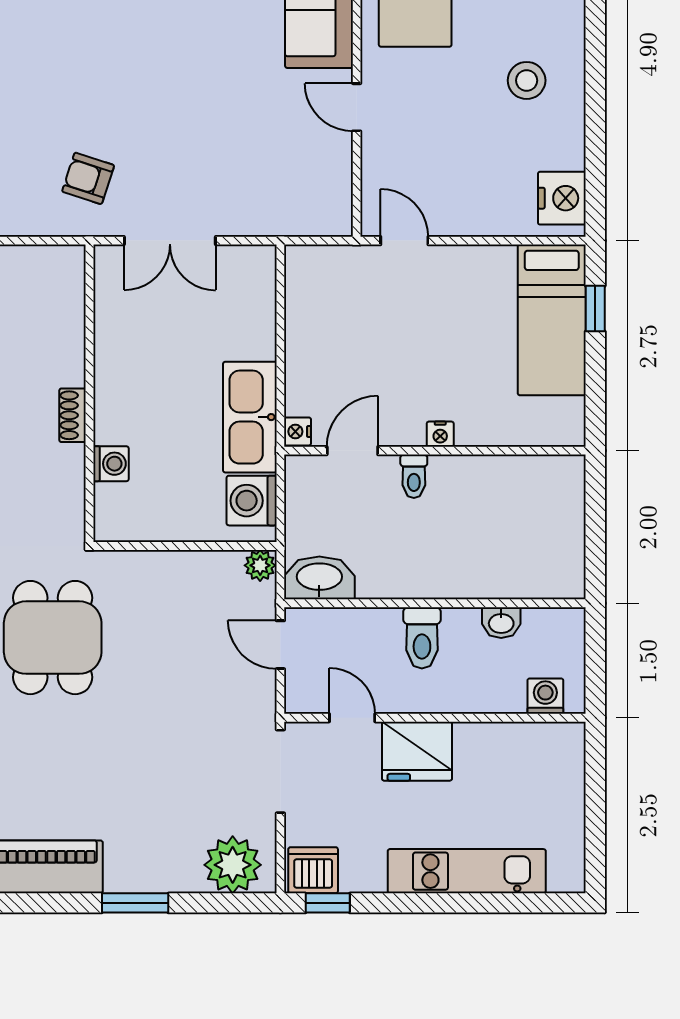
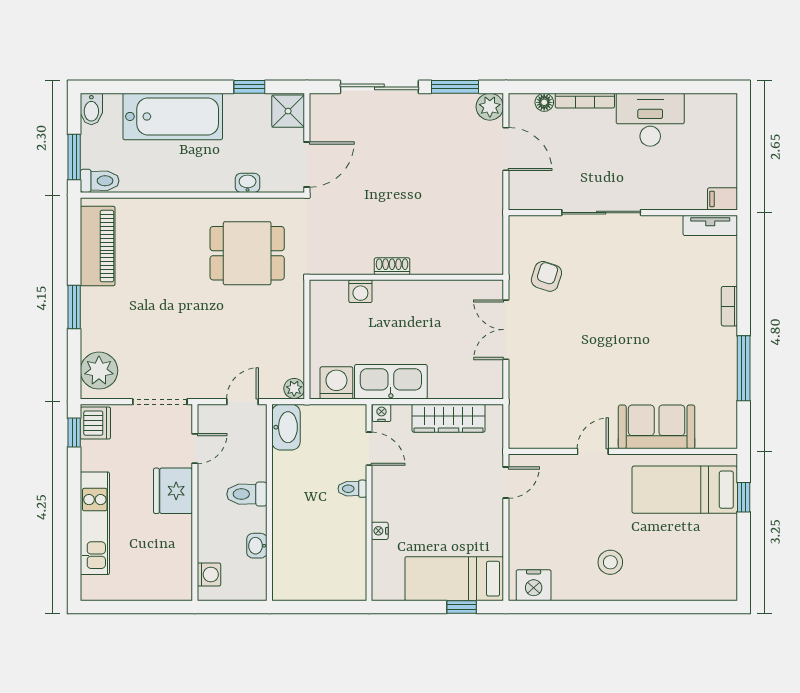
wardrobe: (306, 329) -> (449, 418), added
nightstand: (440, 434) -> (380, 531), moved

